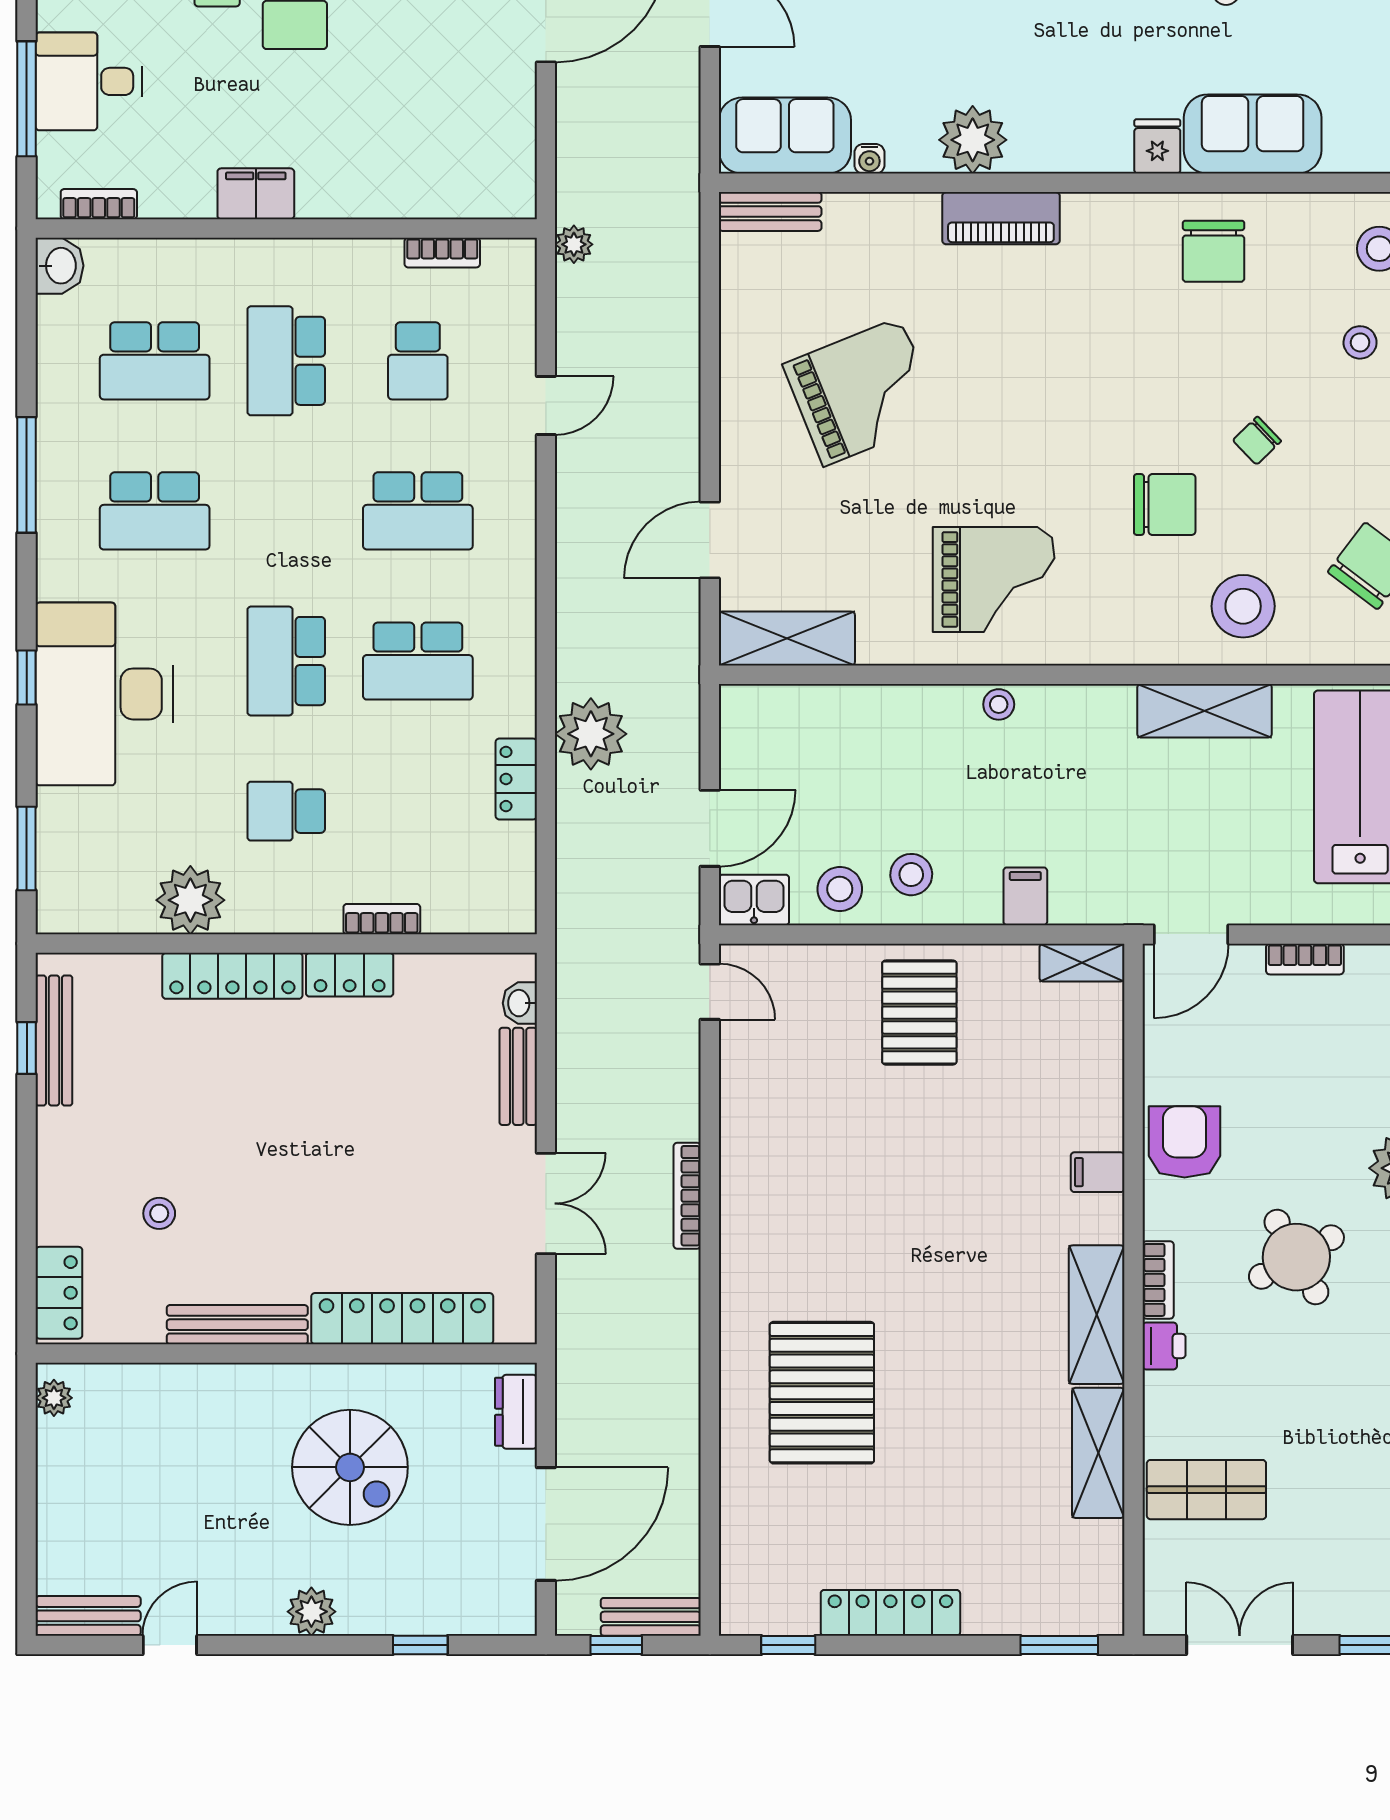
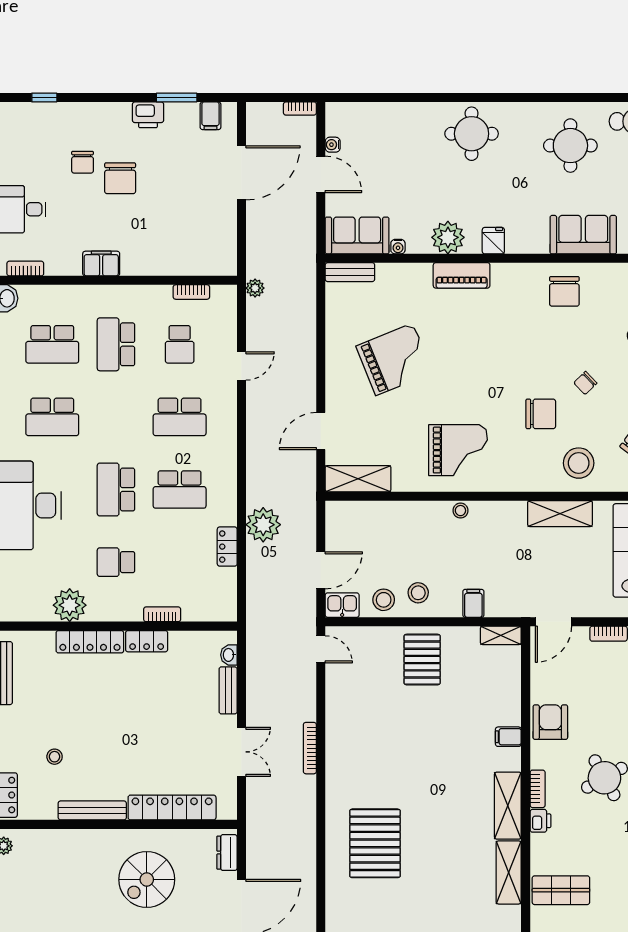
fridge: (1157, 146) -> (493, 241), moved
spiral stairs: (350, 1467) -> (147, 879), turned 90

